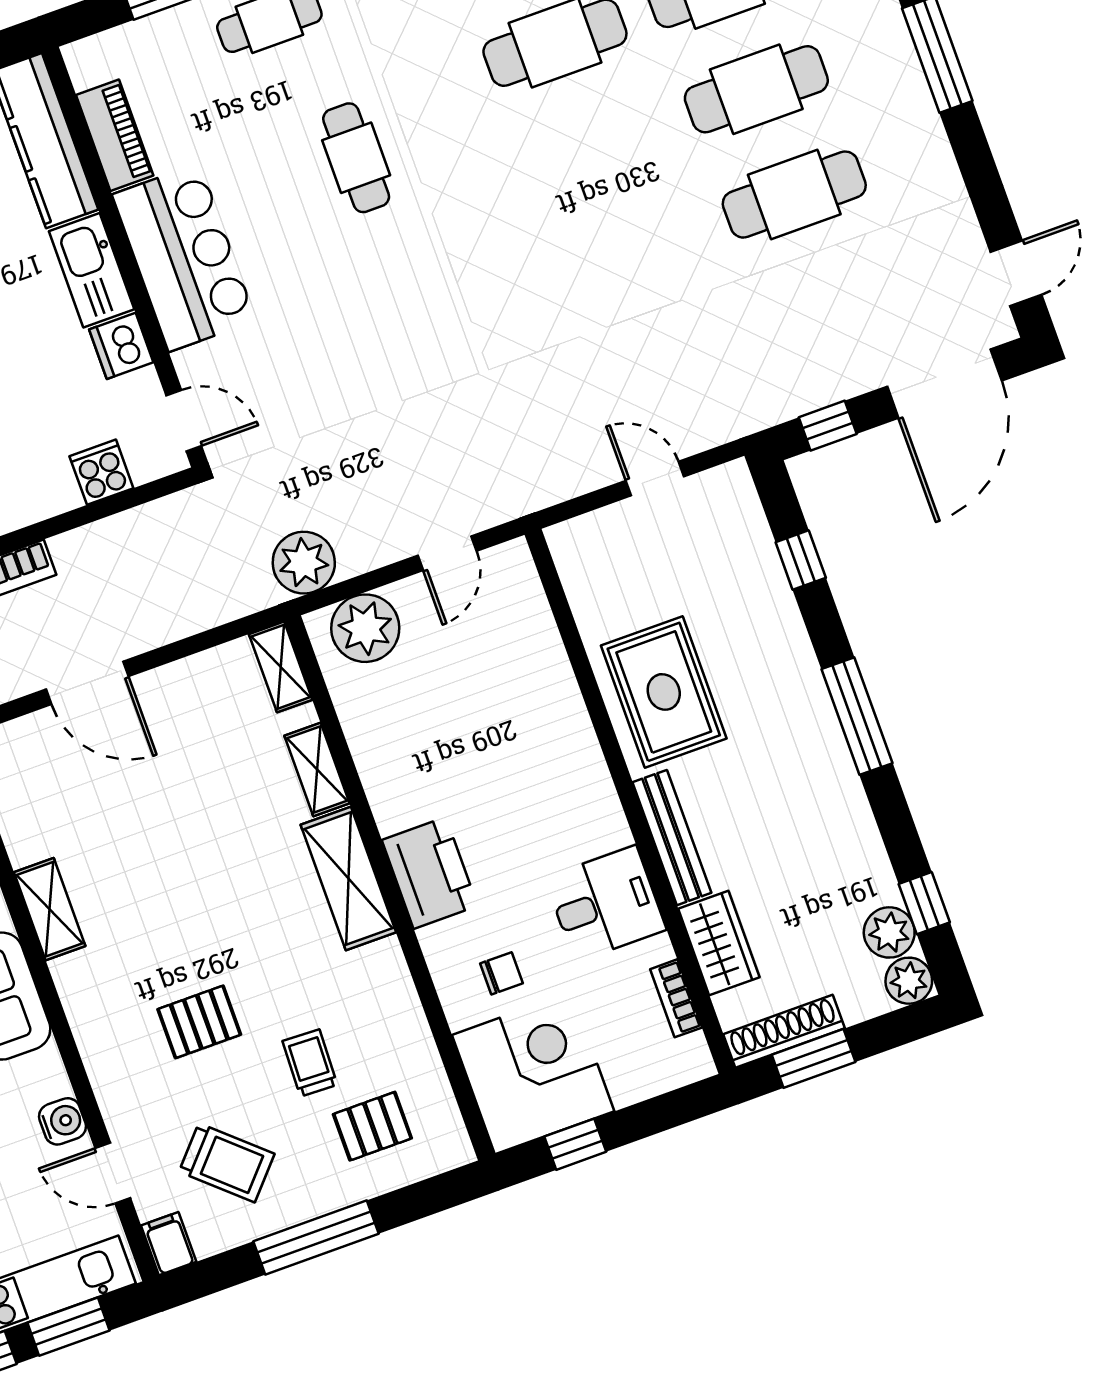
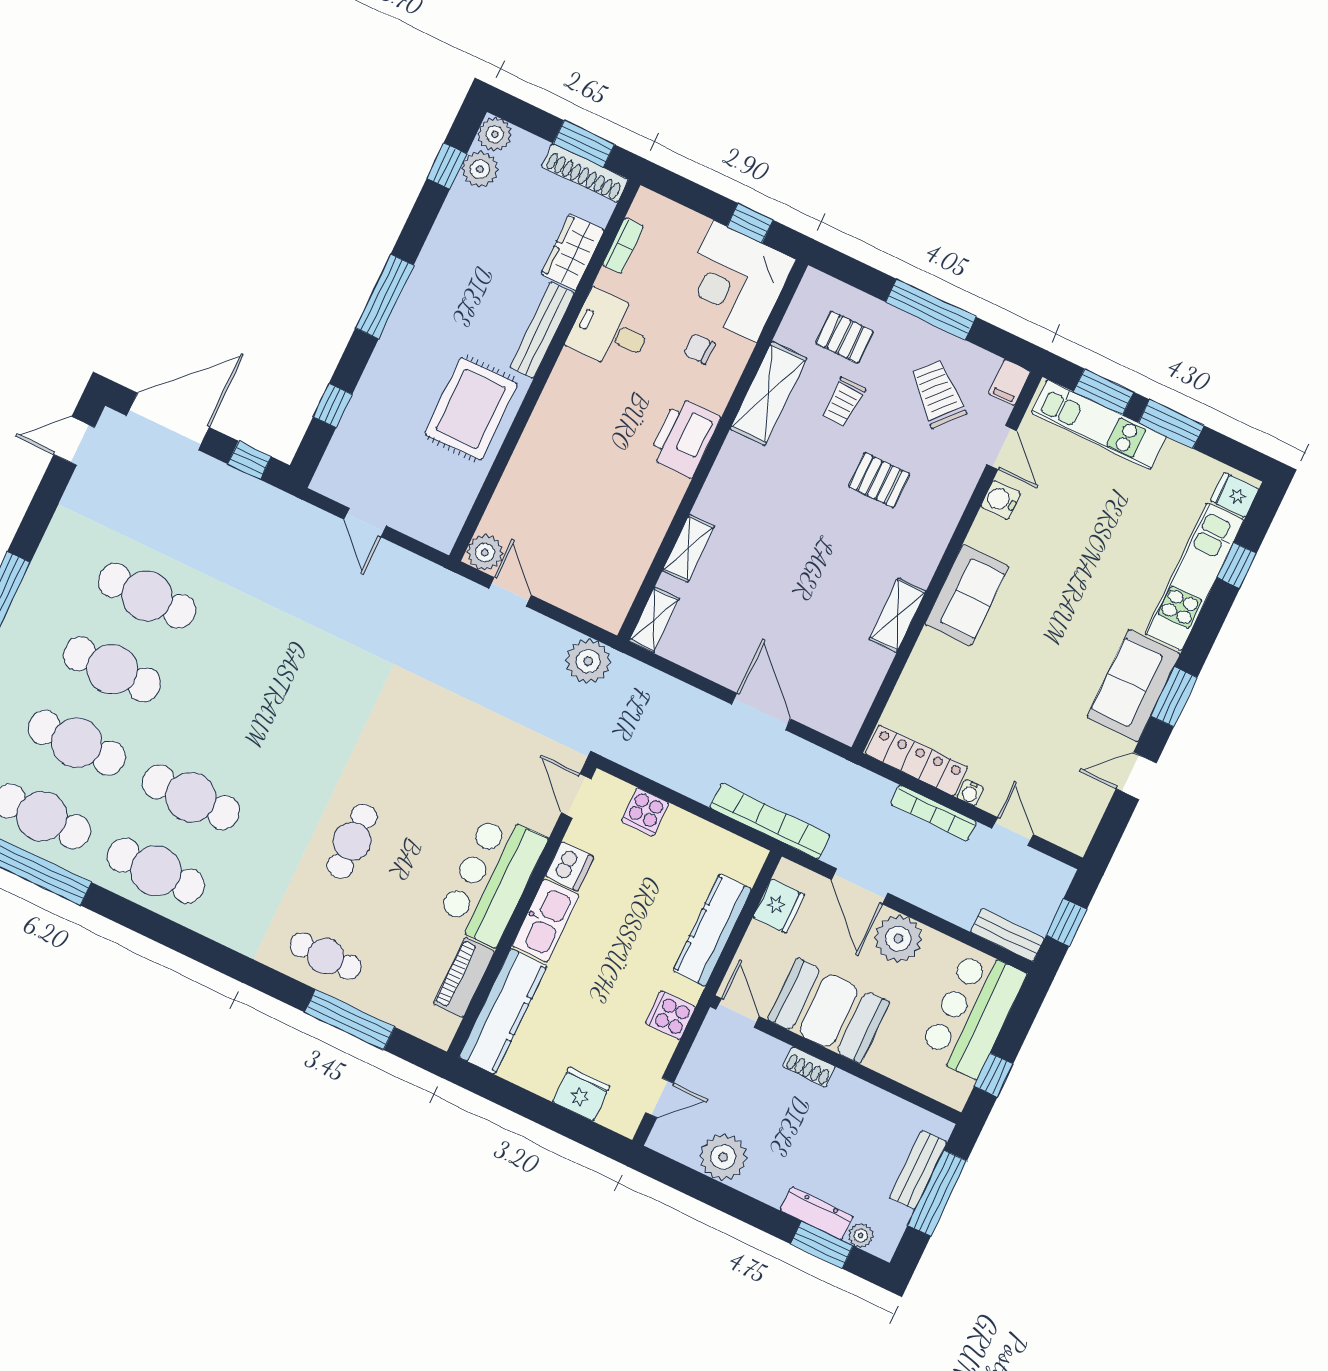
door: (447, 553) -> (510, 592), hinge flipped
plant: (365, 628) -> (485, 553), moved, width x0.73, depth x0.73
shelving: (348, 879) -> (768, 394), moved

